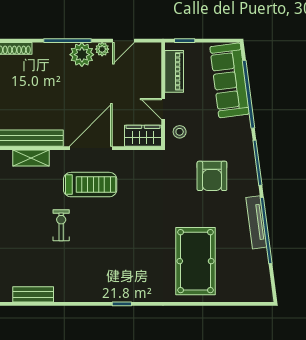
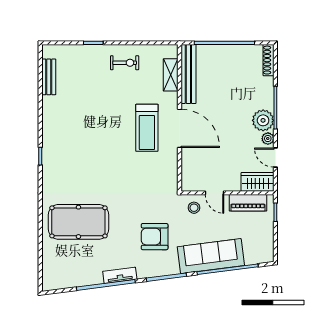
sofa: (230, 80) -> (211, 256), moved
door: (163, 109) -> (215, 193), swing flipped
wardrobe: (143, 136) -> (258, 182), moved, turned -90
tv unit: (256, 222) -> (120, 275), width x0.71
exercise bike: (61, 225) -> (125, 63), moved

